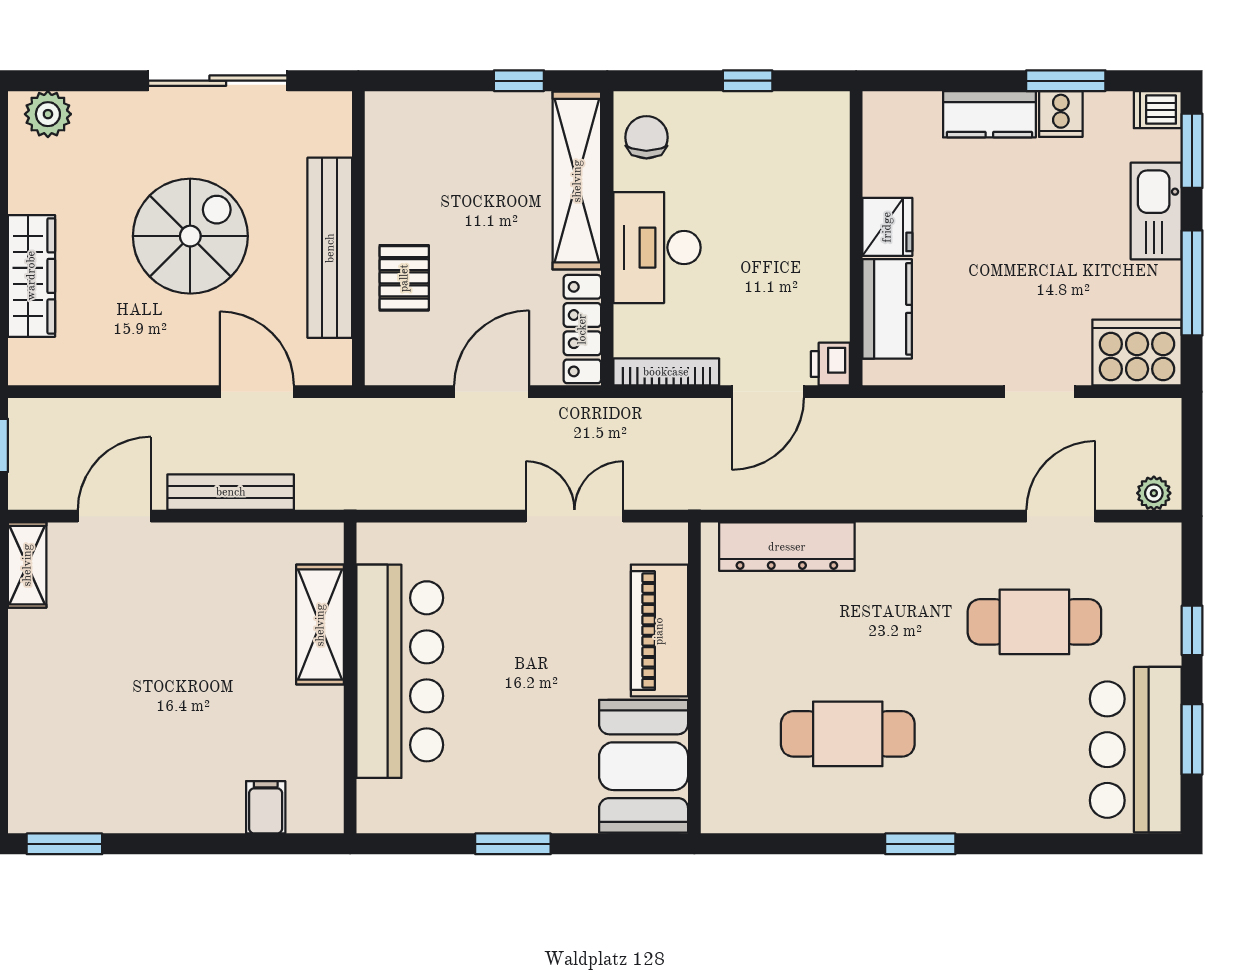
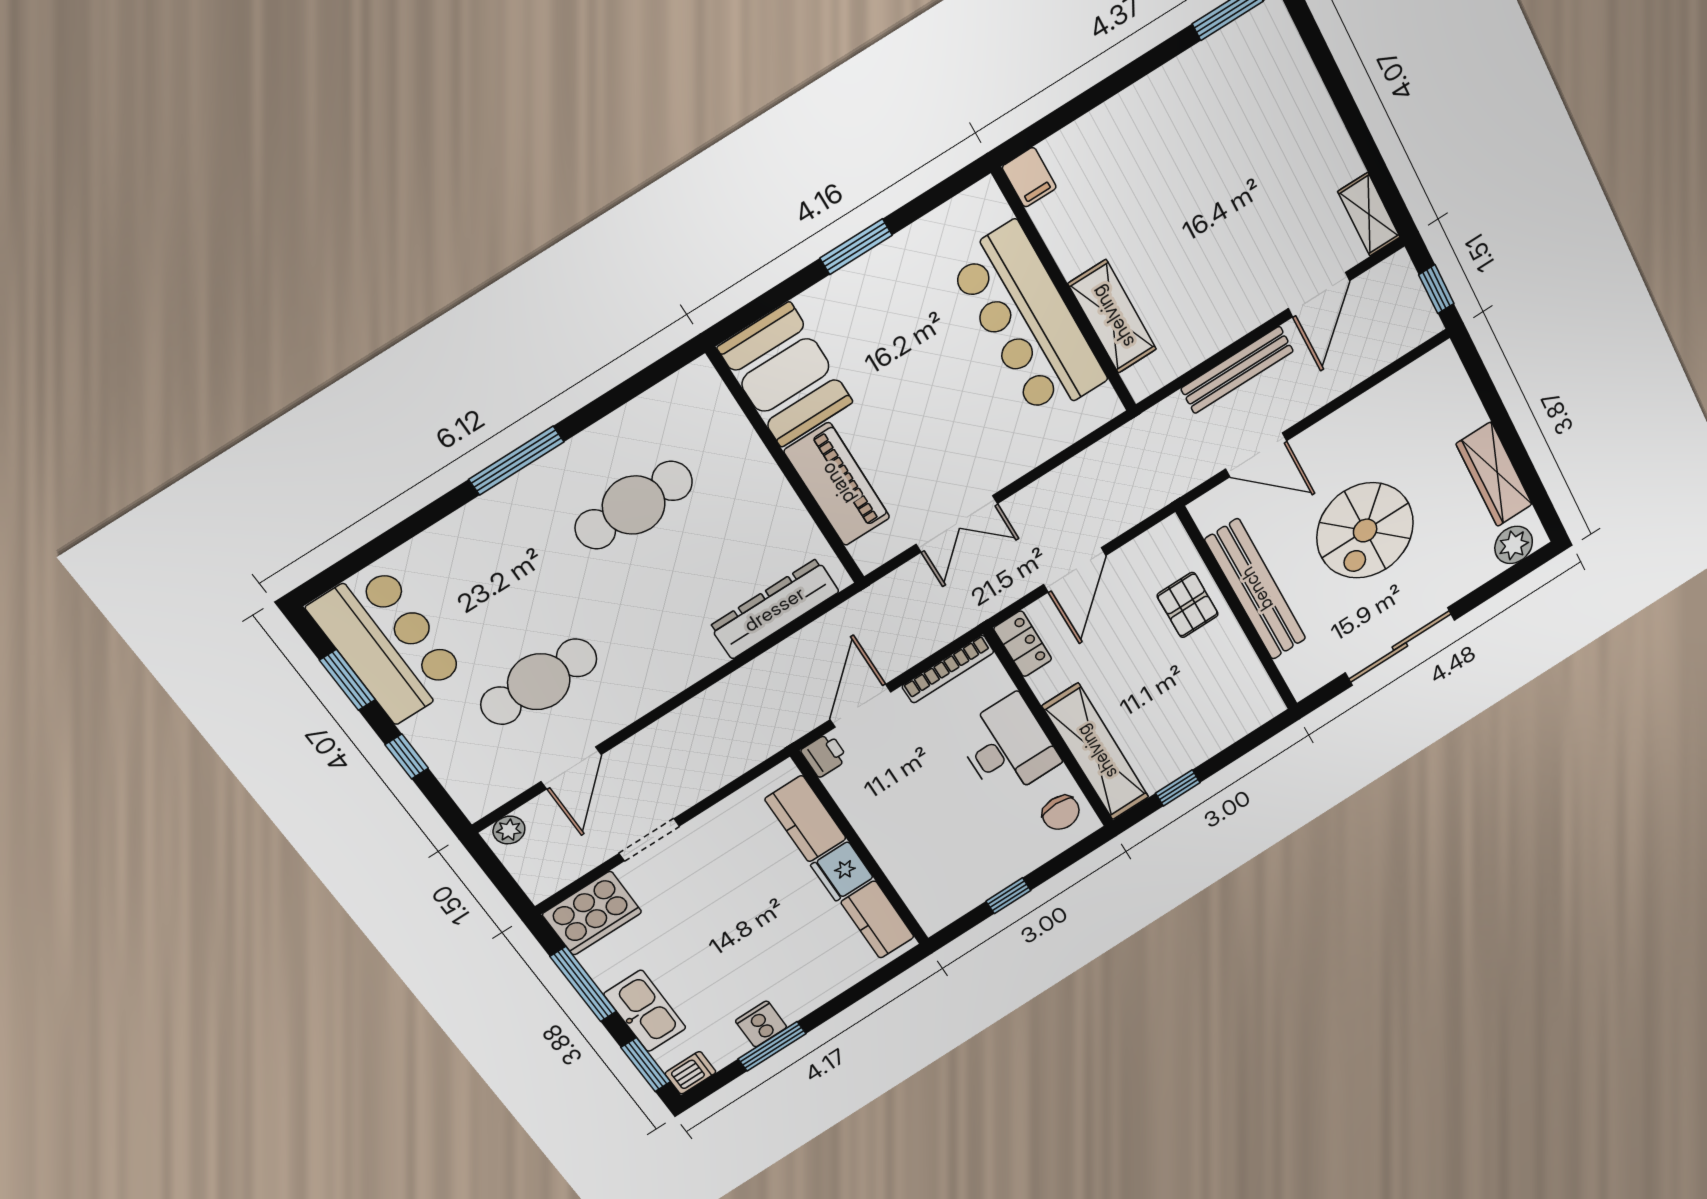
kitchen counter: (989, 114) -> (877, 920), moved, turned -90
wardrobe: (31, 276) -> (1494, 474), moved
locker: (582, 329) -> (1023, 644), width x0.66
filing cabinet: (266, 807) -> (1029, 177), moved
window: (920, 844) -> (516, 461), width x1.44

